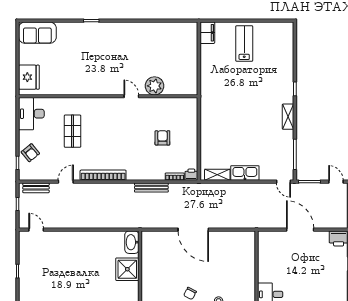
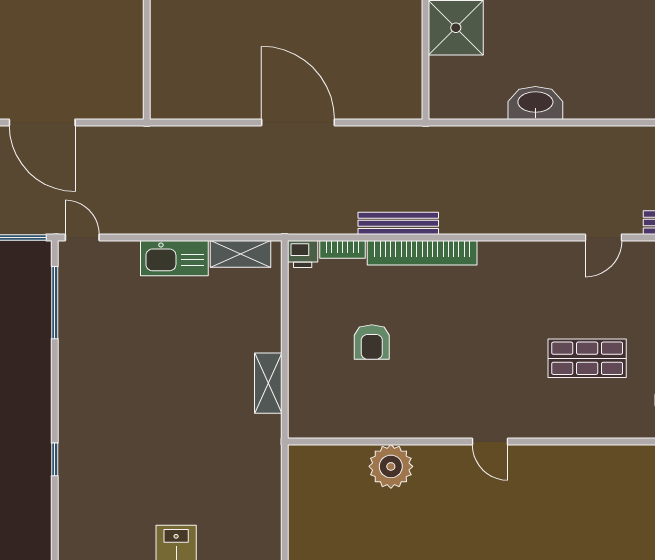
door: (131, 96) -> (490, 442), moved
shelving: (288, 117) -> (268, 383), moved
shop shelf: (73, 131) -> (587, 358), turned 90
bookcase: (103, 175) -> (422, 253), moved
washbasin: (132, 242) -> (535, 103), moved, turned -90

